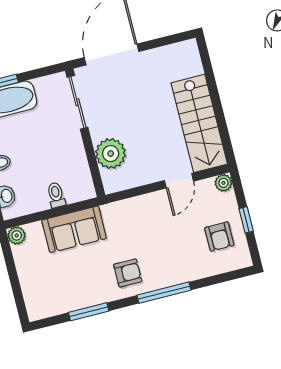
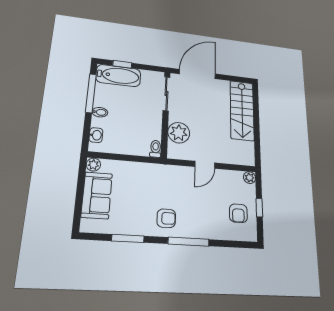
stairs: (199, 123) -> (242, 110), moved
door: (179, 181) -> (205, 165), moved
toilet: (56, 195) -> (155, 149), moved
sofa: (74, 229) -> (97, 195), moved, turned -90

